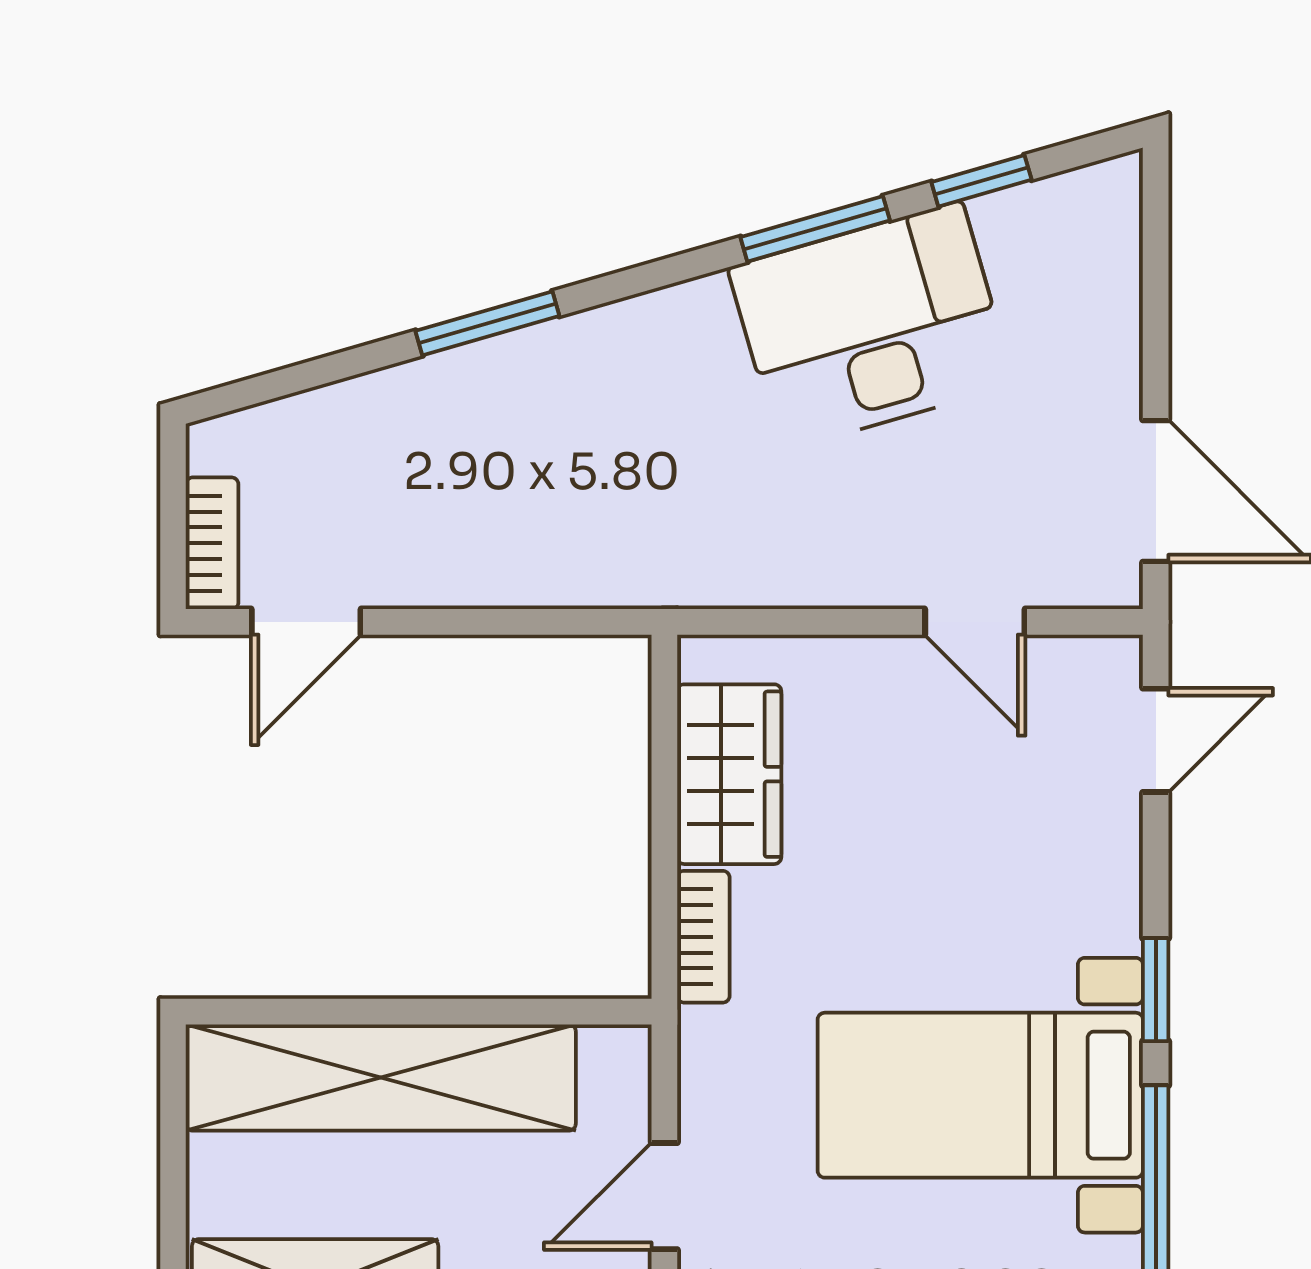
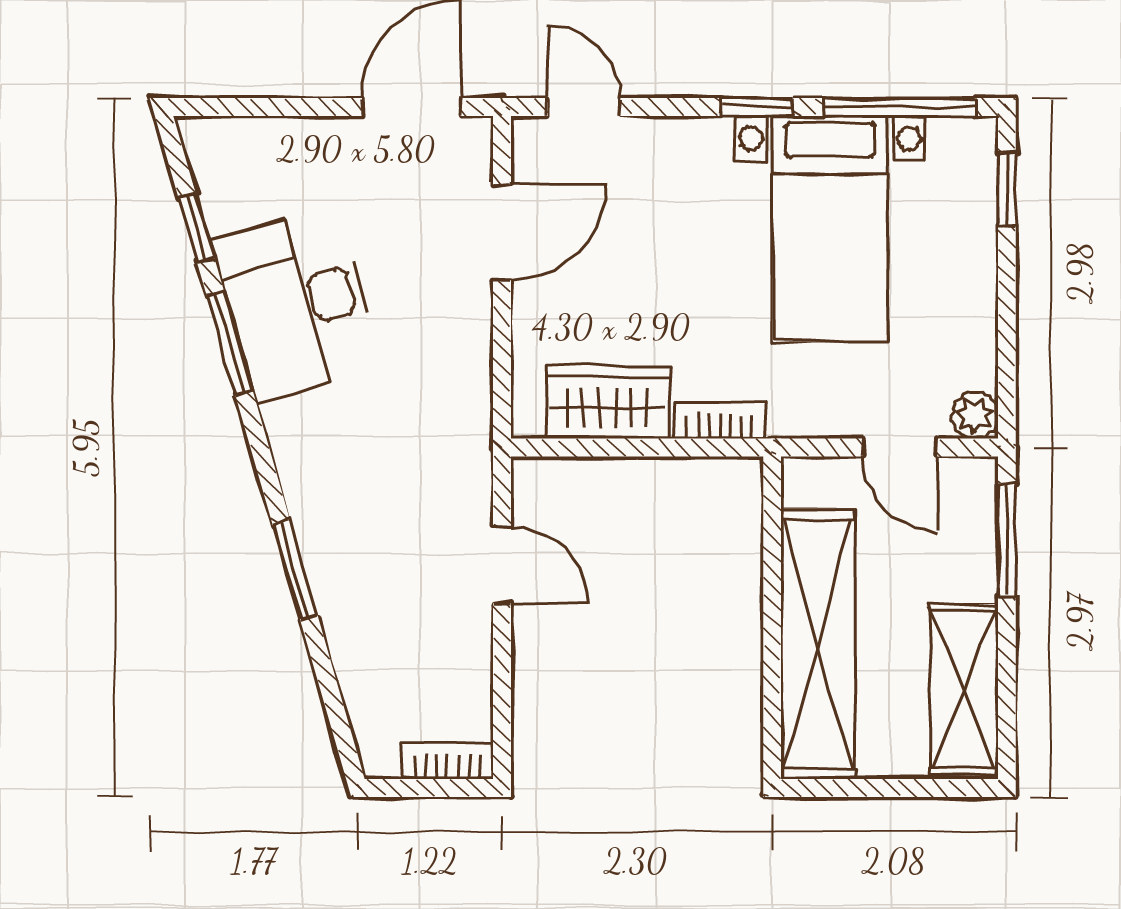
door: (306, 622) -> (502, 565), moved
door: (975, 622) -> (502, 232), width x1.38

